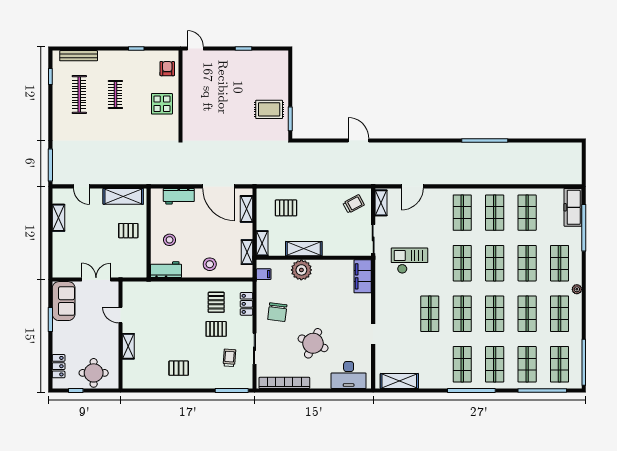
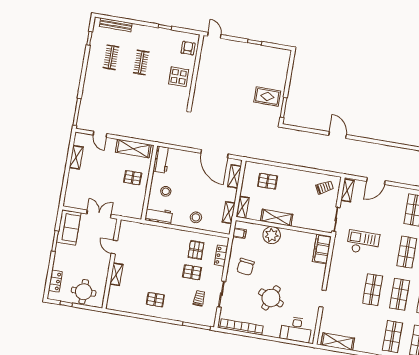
clothes rail: (79, 95) -> (111, 57), width x0.73
workbench: (179, 196) -> (162, 160), moved, turned -90

